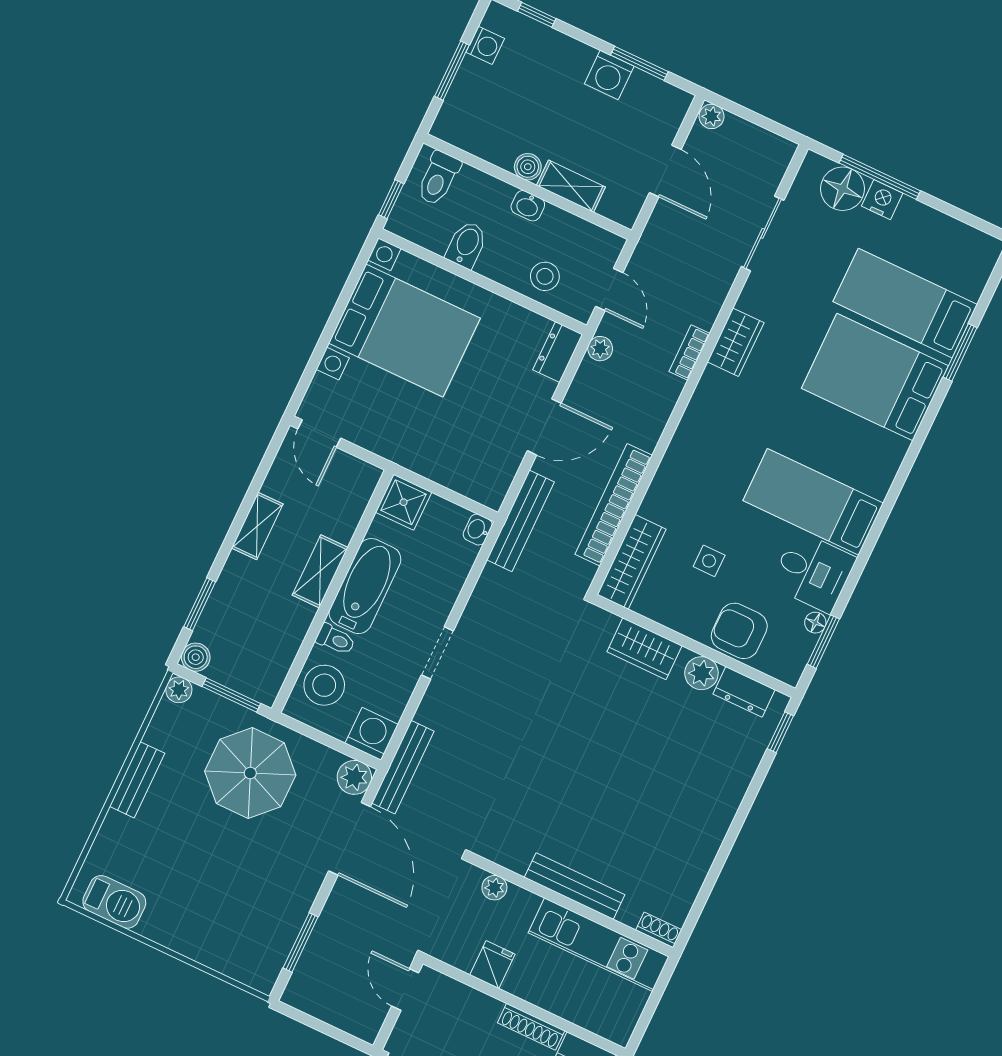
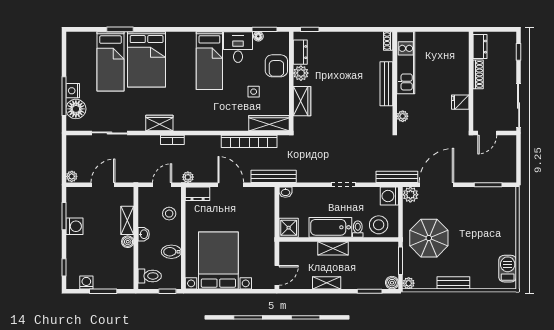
bench: (575, 886) -> (386, 84), moved
plant: (494, 888) -> (403, 116), moved
wall: (572, 905) -> (395, 81), moved
shoe rack: (659, 930) -> (388, 41), moved
kitchen unit: (599, 945) -> (406, 63), moved

